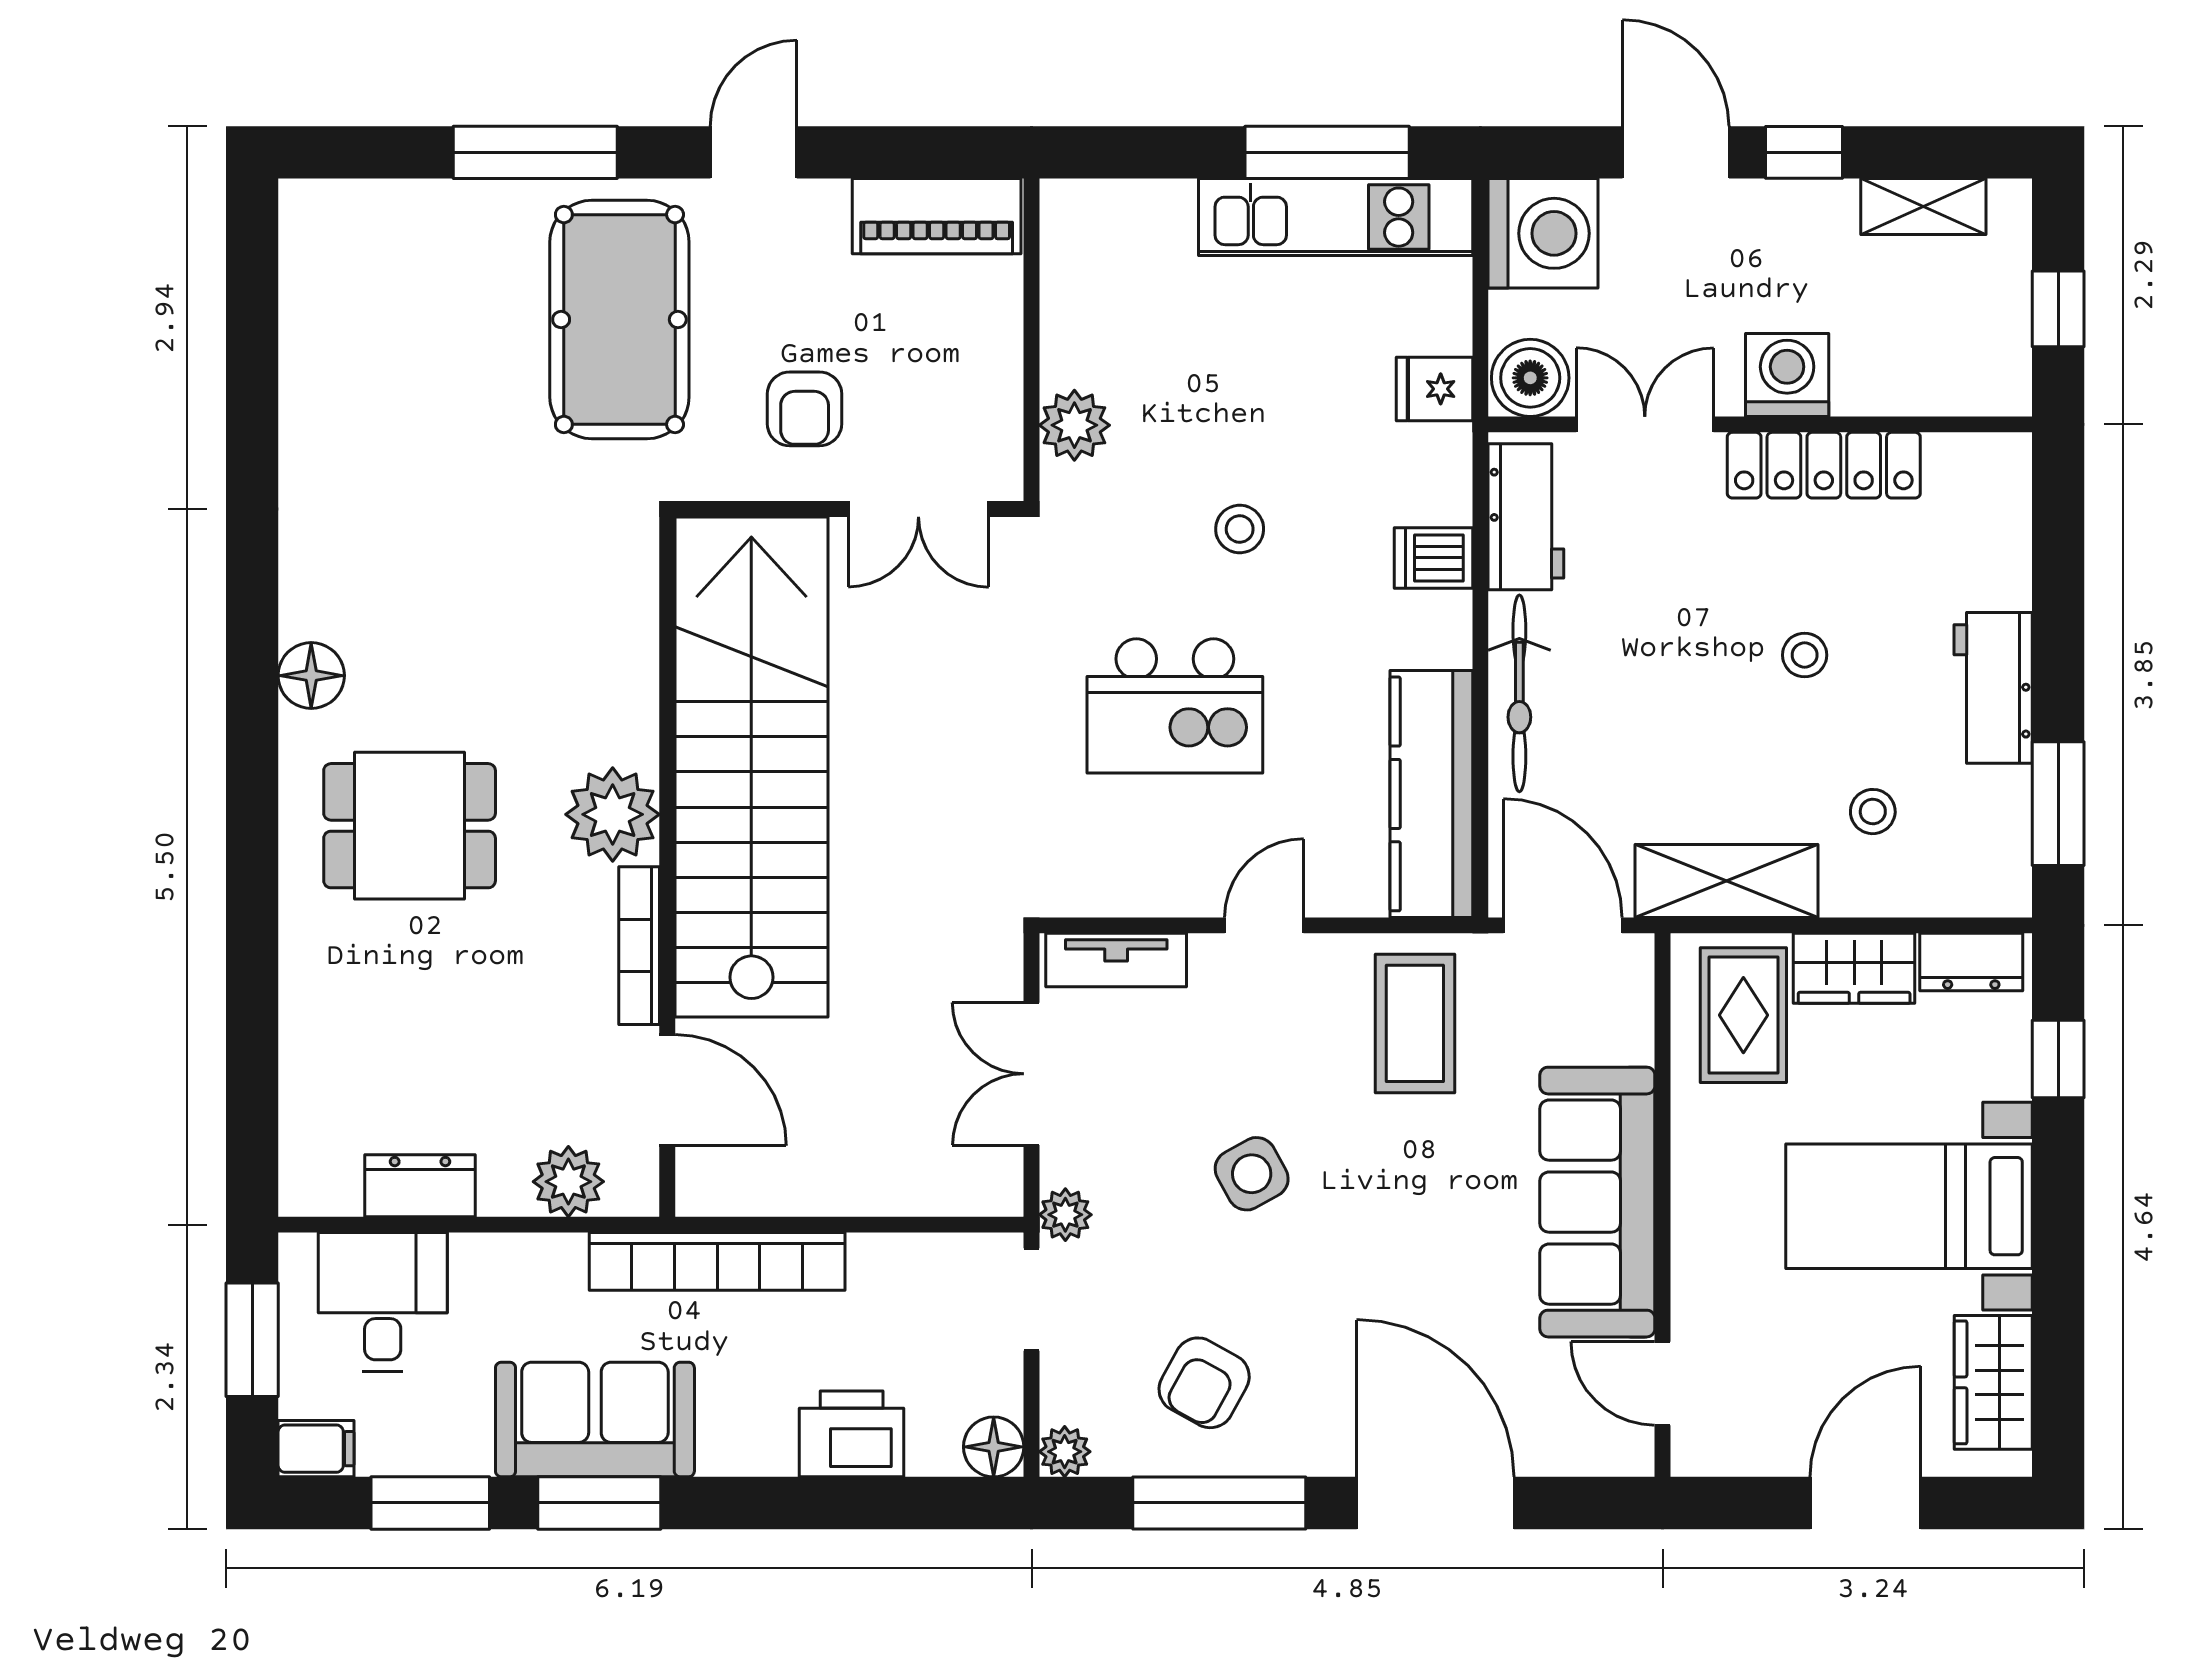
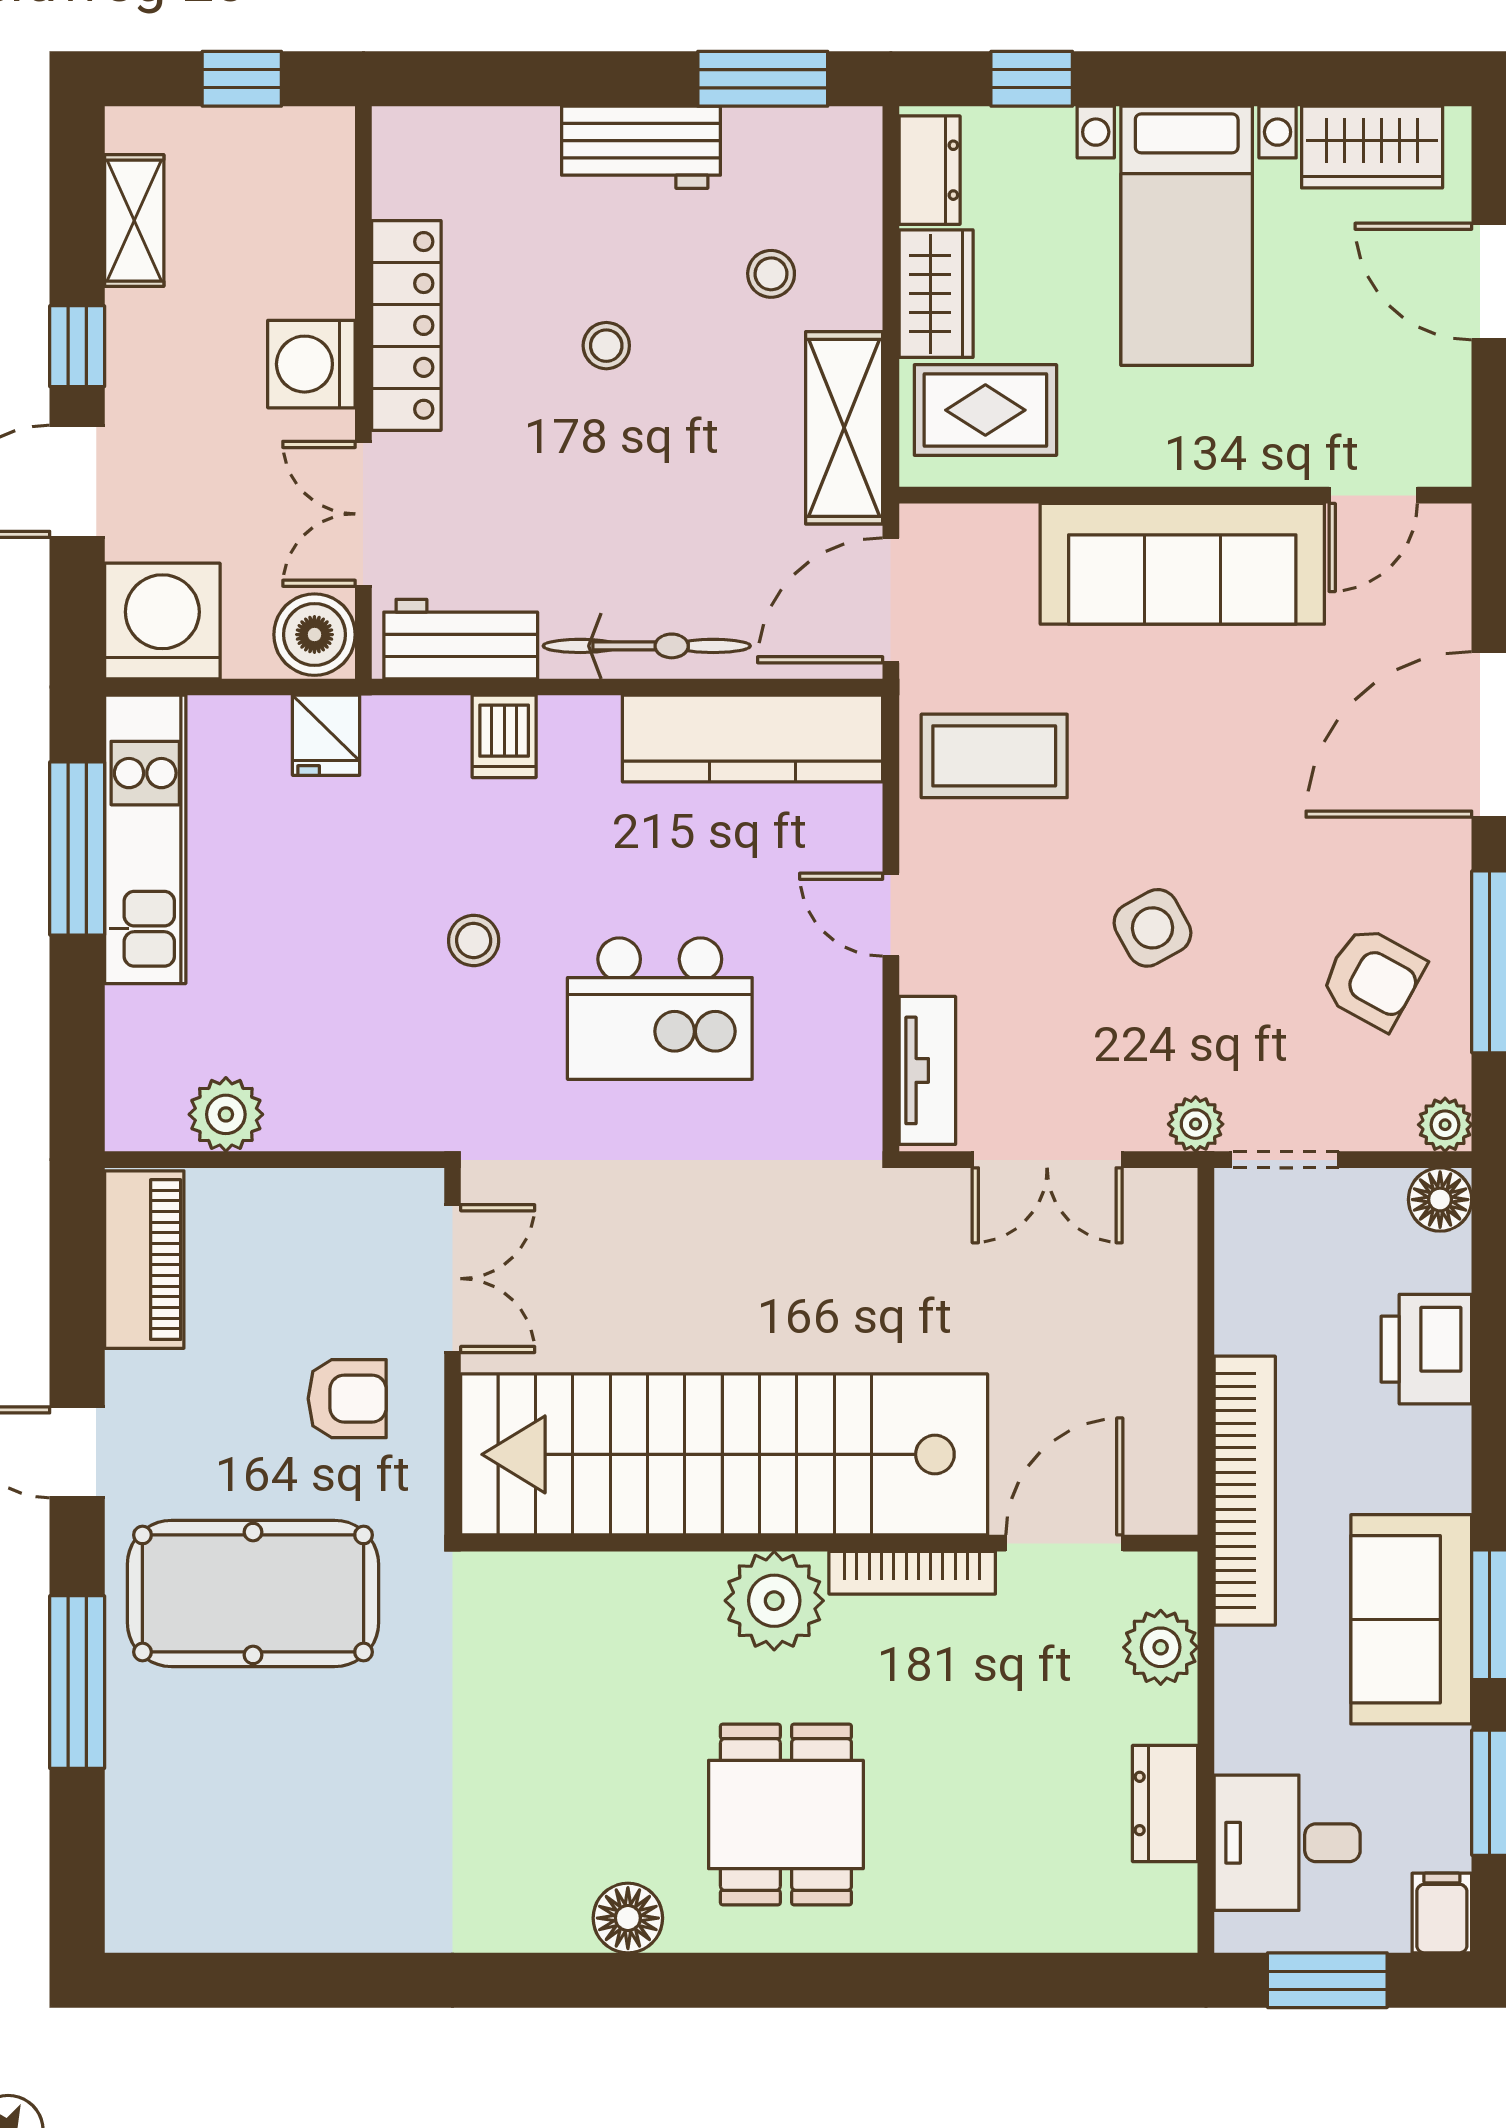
plant: (1074, 425) -> (226, 1114), moved
kitchen island: (1175, 706) -> (660, 1009), turned 90

